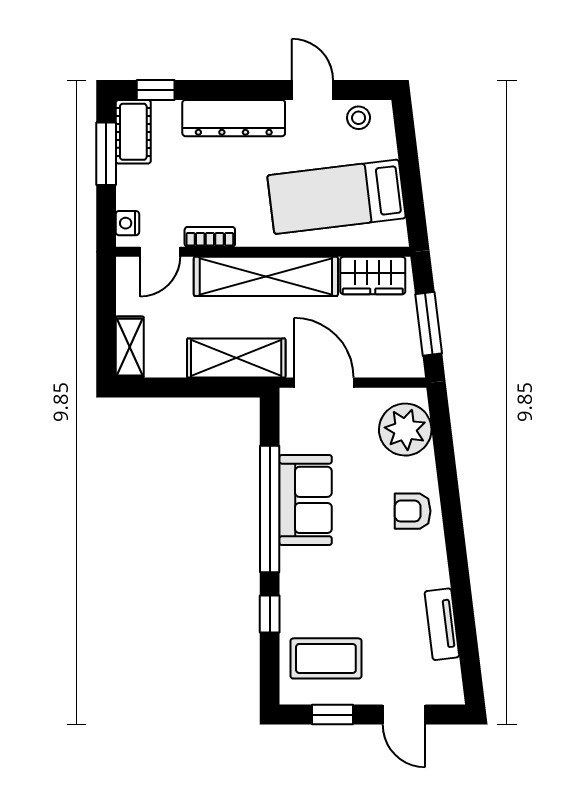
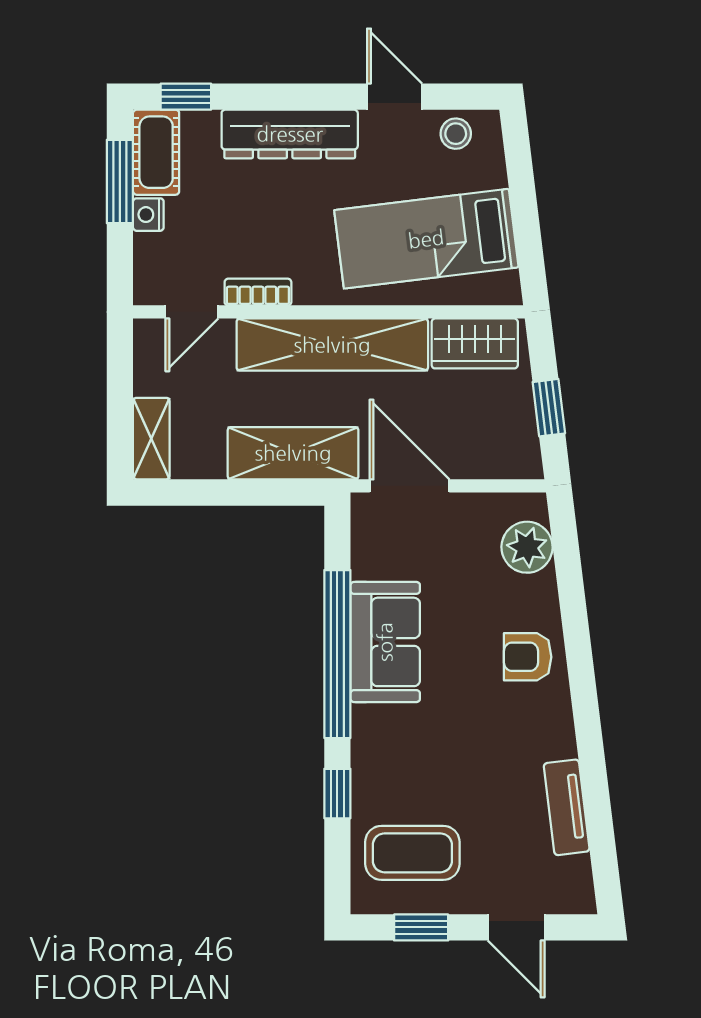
nightstand: (127, 223) -> (148, 215), moved
window: (429, 324) -> (549, 408), width x0.67
plant: (405, 430) -> (527, 547), width x0.73, depth x0.73

